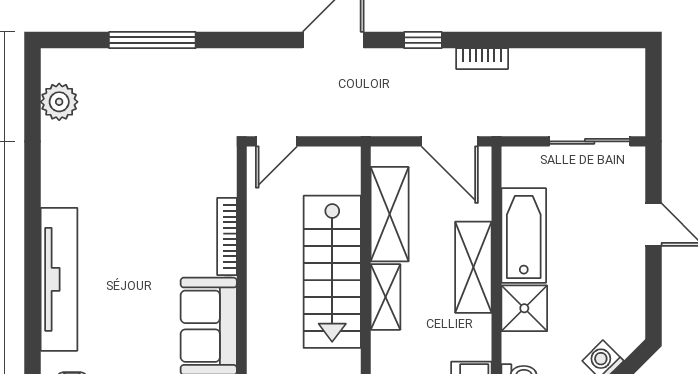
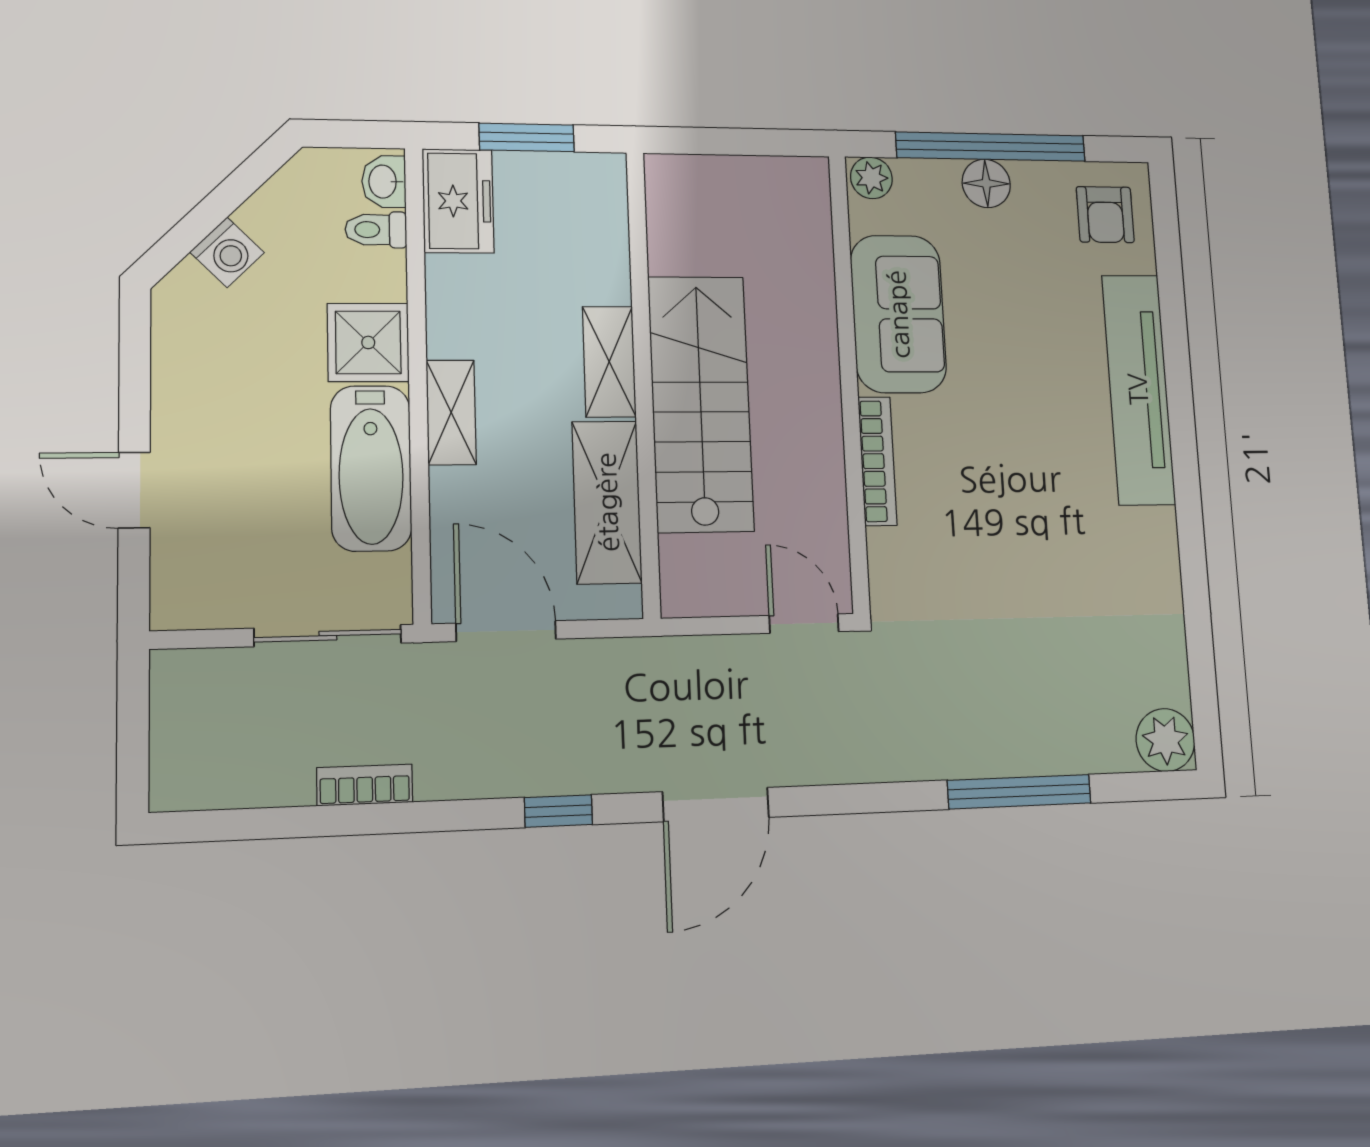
bookcase: (482, 59) -> (365, 785), moved
plant: (59, 102) -> (1165, 740), moved
door: (276, 141) -> (804, 624), hinge flipped
sliding door: (590, 141) -> (328, 636), moved
shelving: (473, 267) -> (451, 412), width x0.67, depth x0.75

